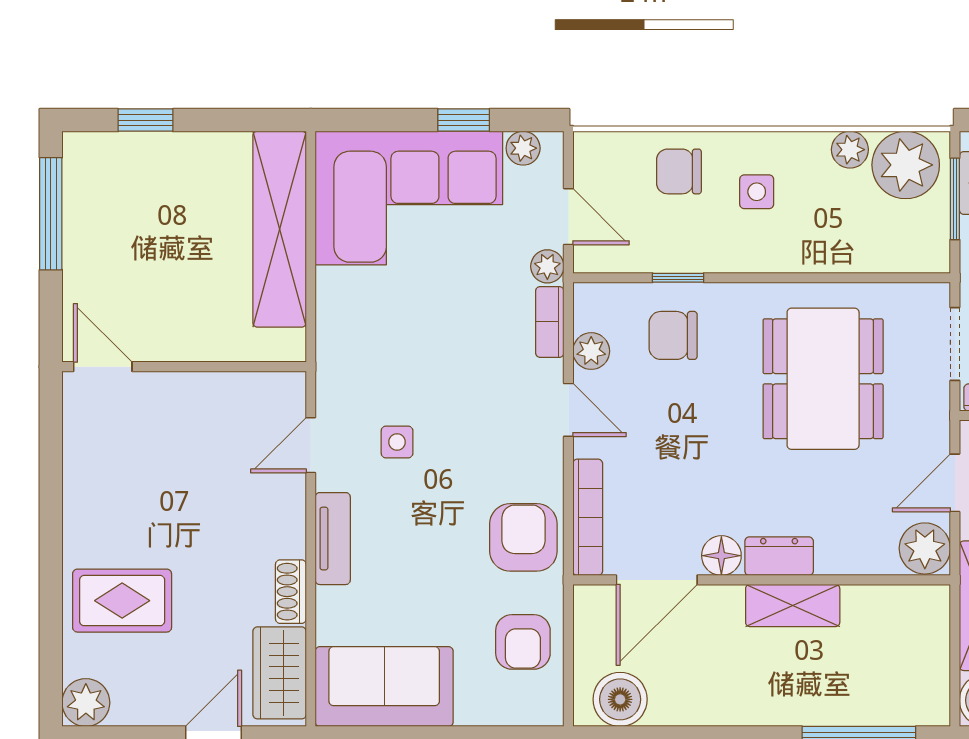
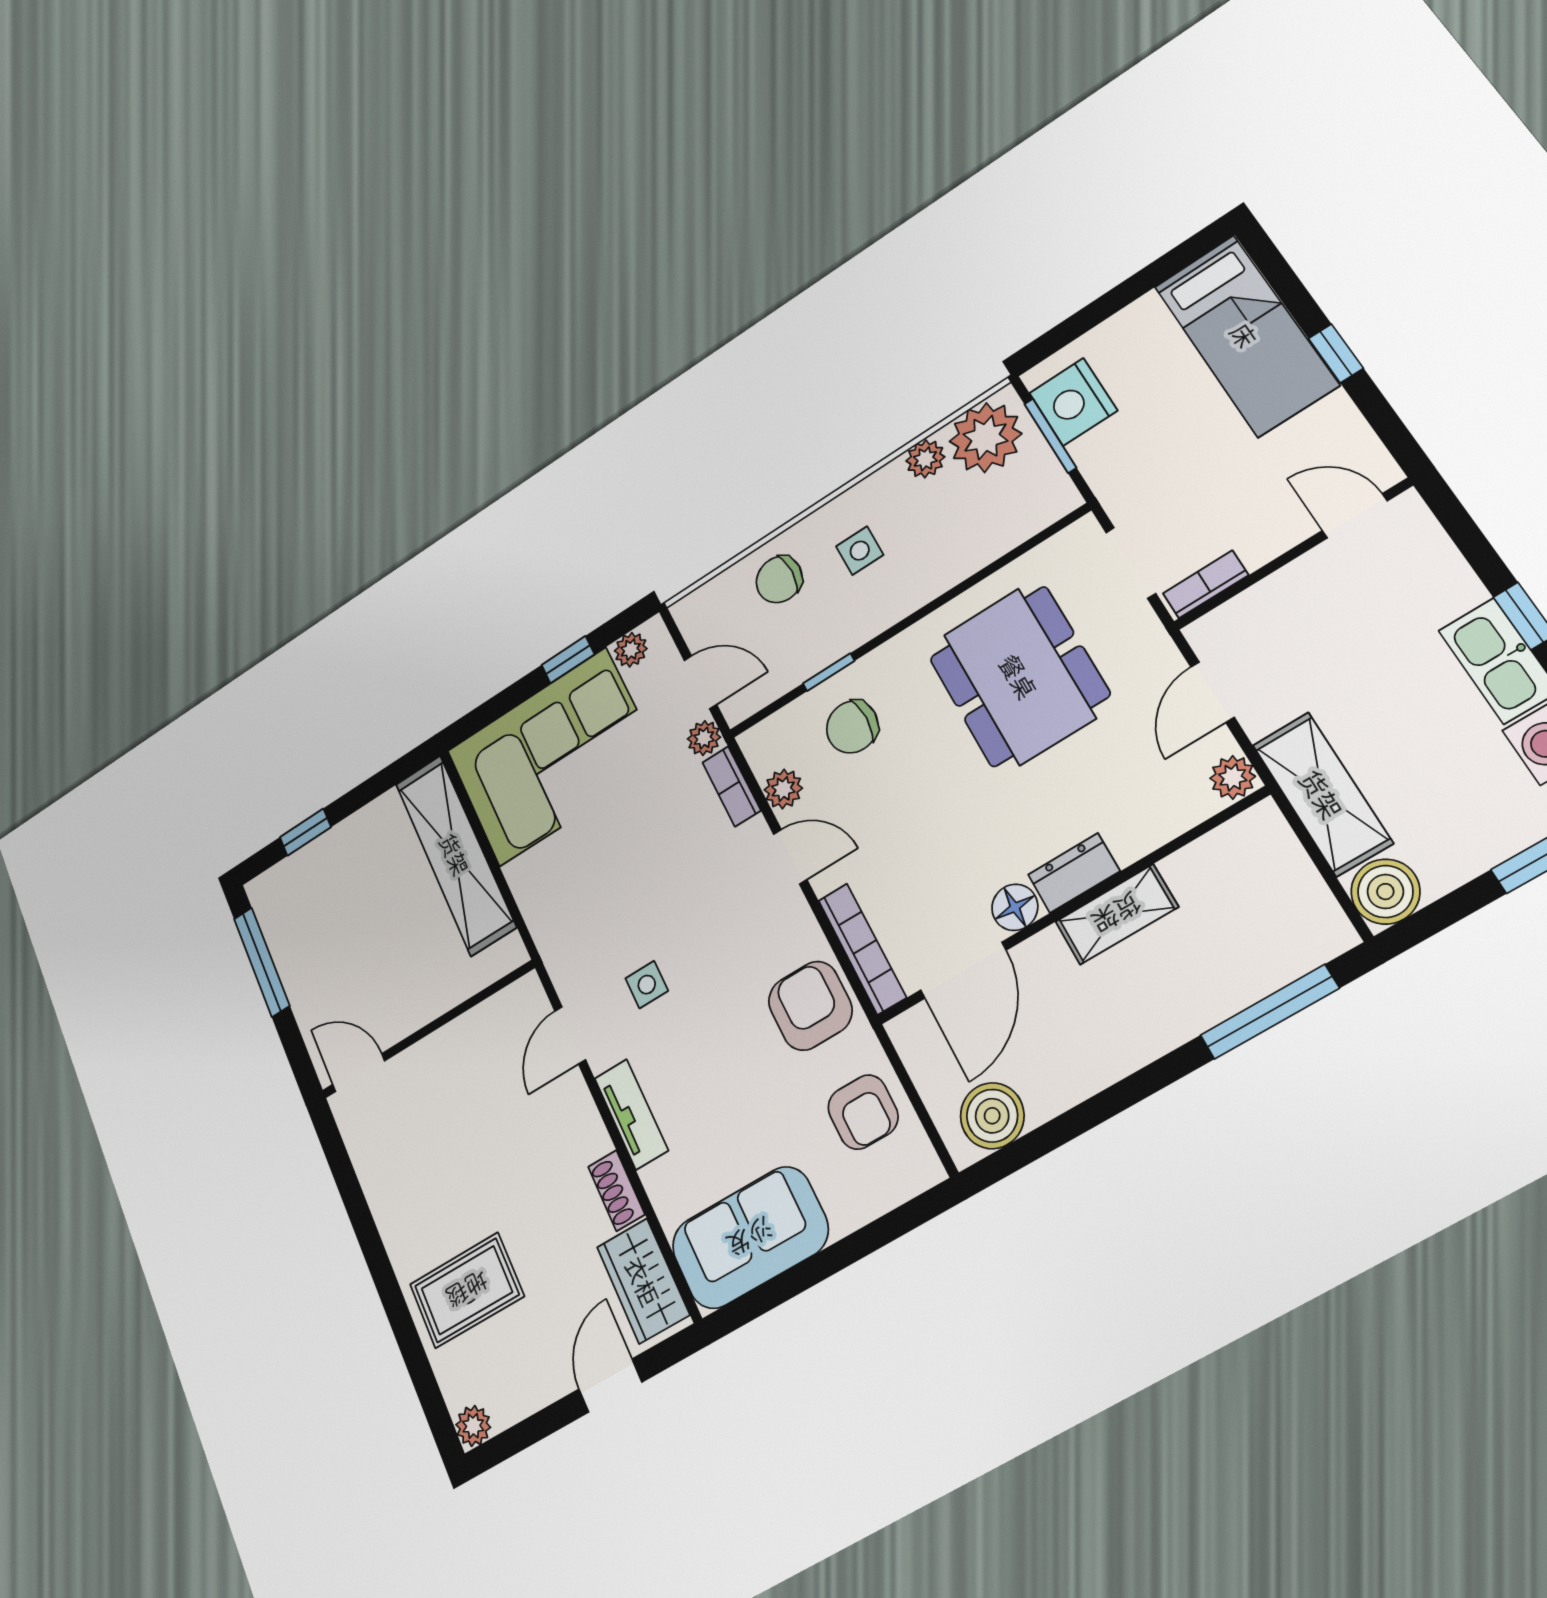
plant: (925, 548) -> (1233, 777), width x0.73, depth x0.73
plant: (86, 703) -> (473, 1426), width x0.73, depth x0.73

